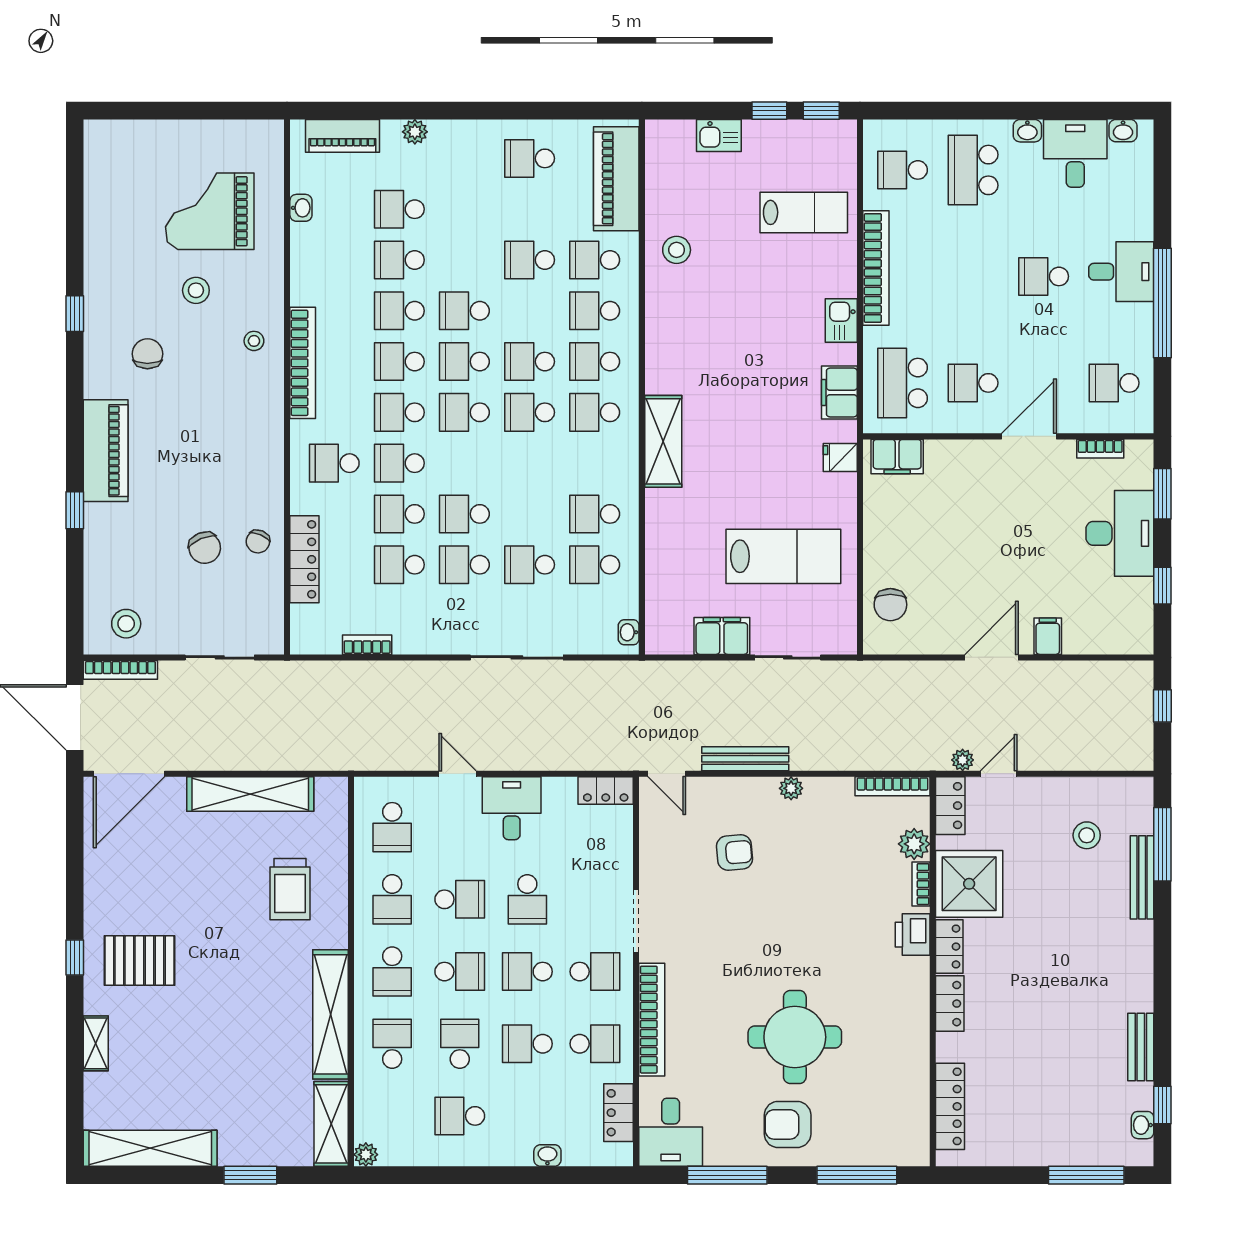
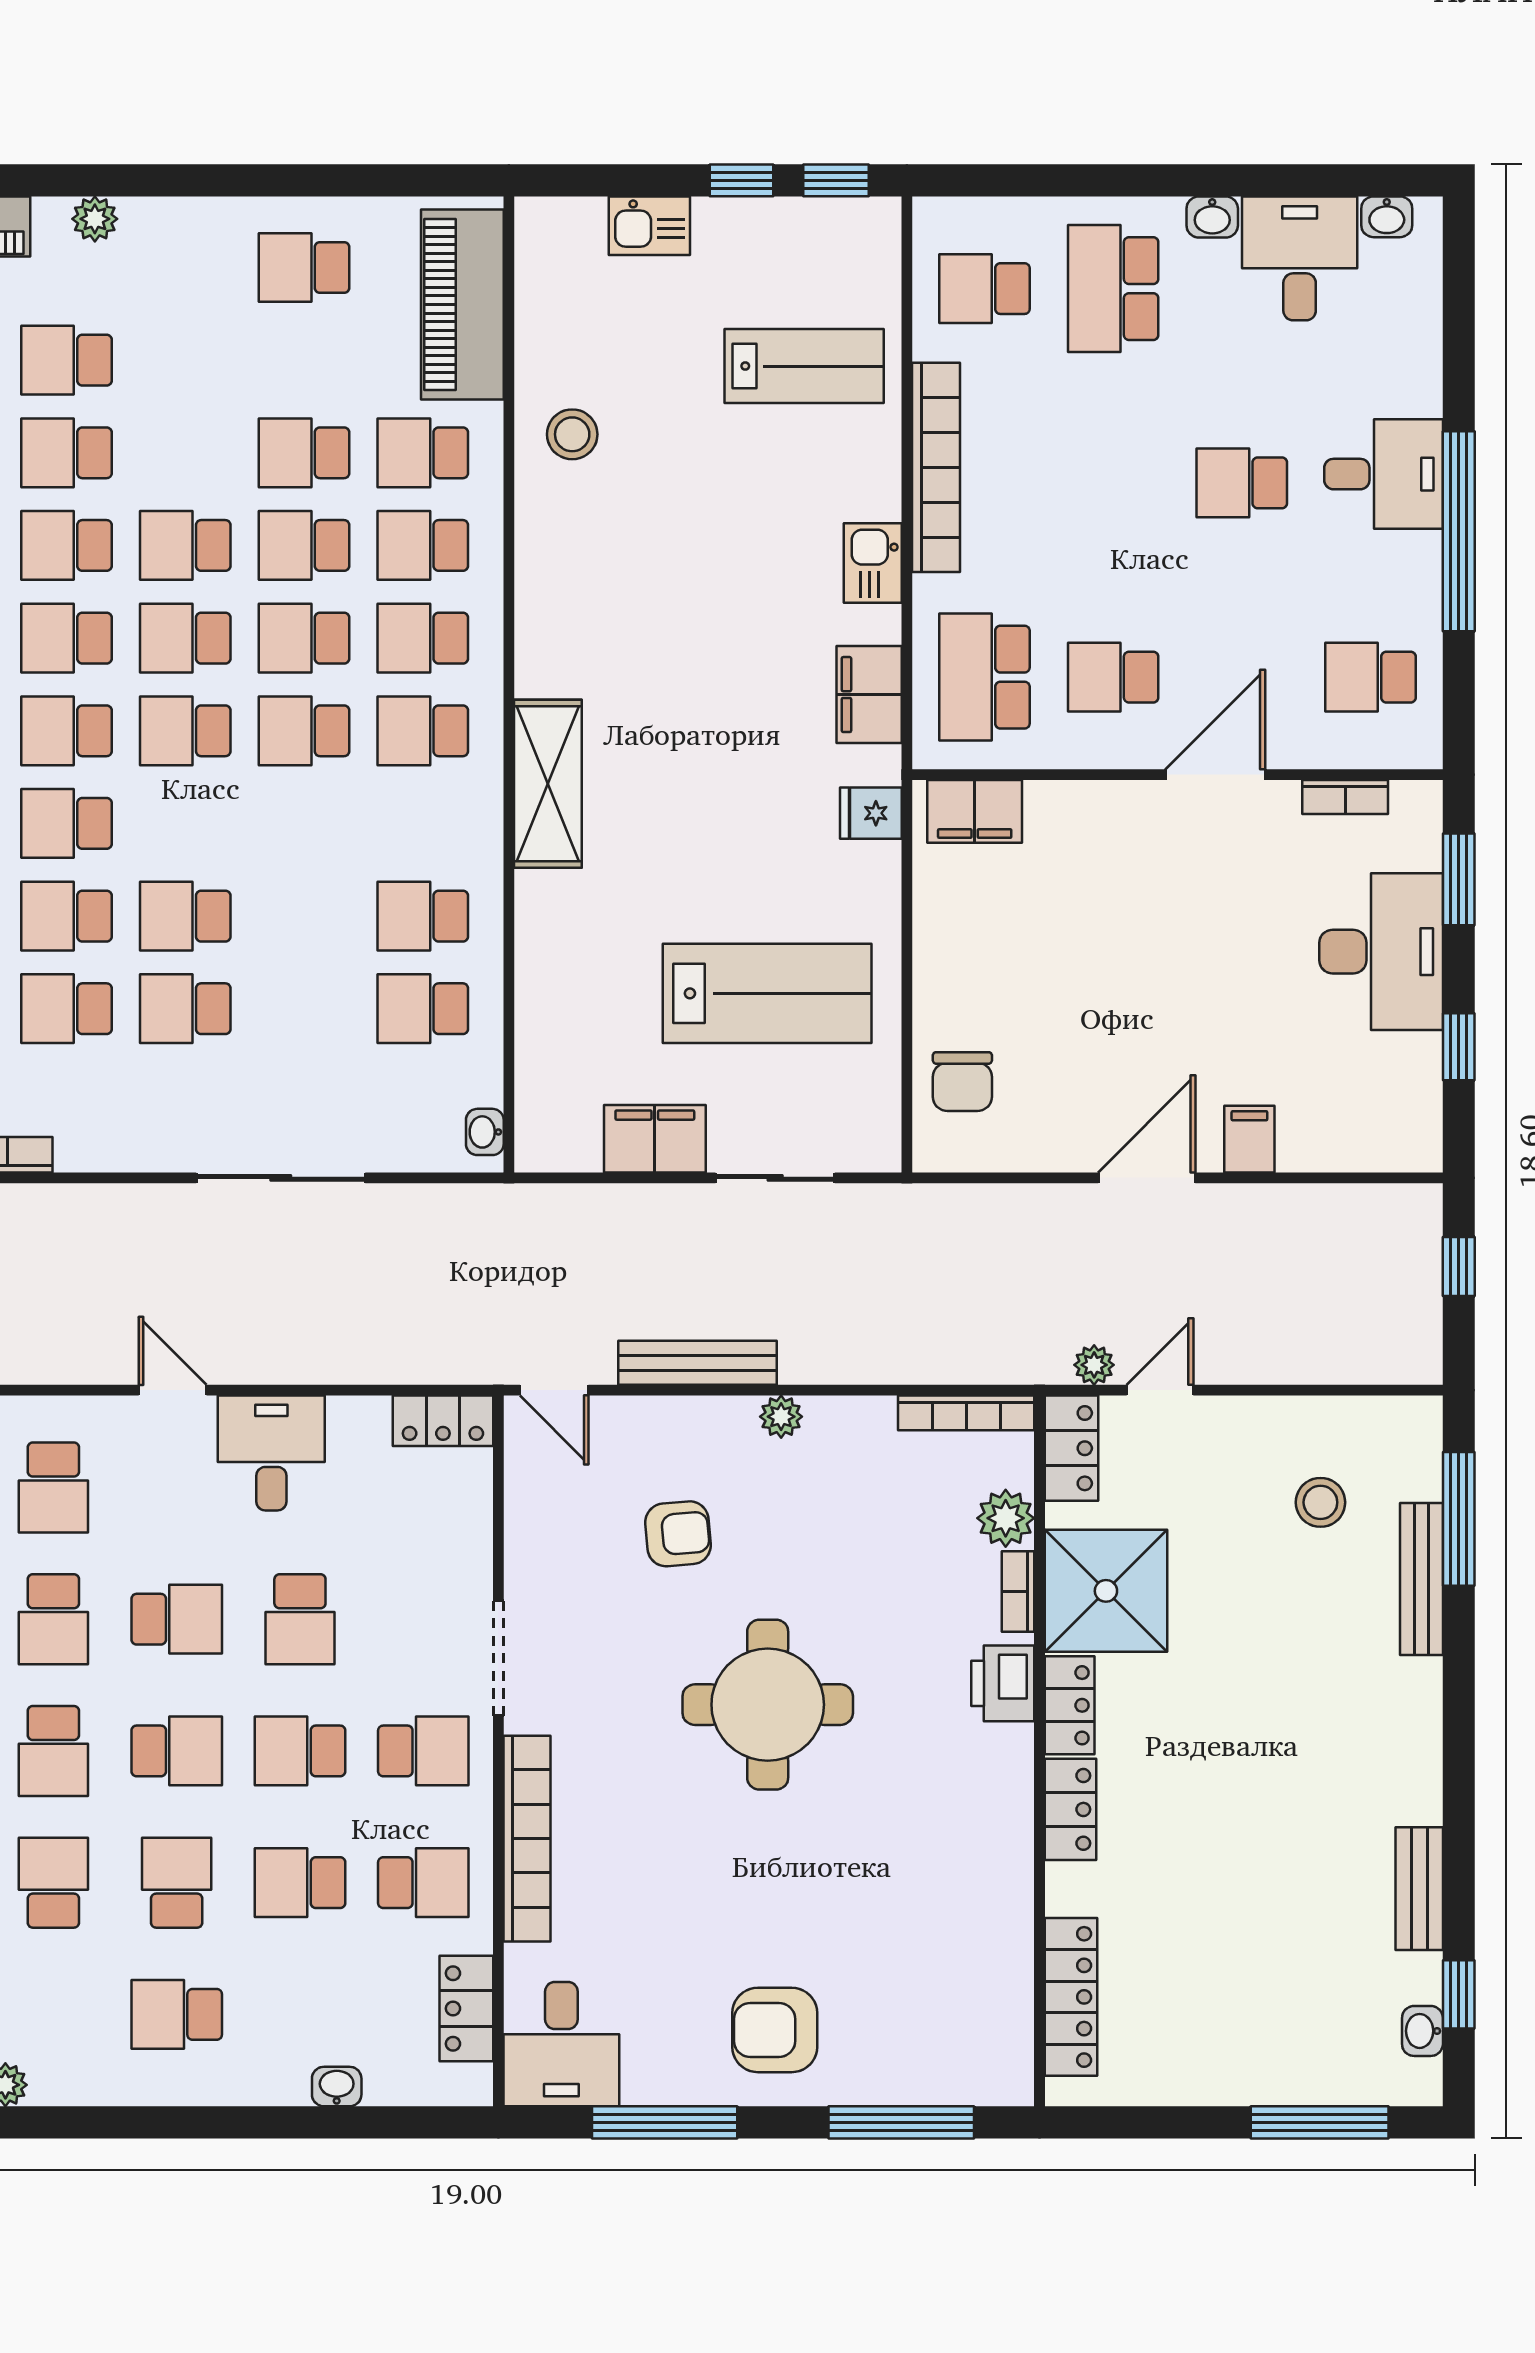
school desk: (530, 565) -> (304, 545), moved
round table: (795, 1037) -> (768, 1705), moved

